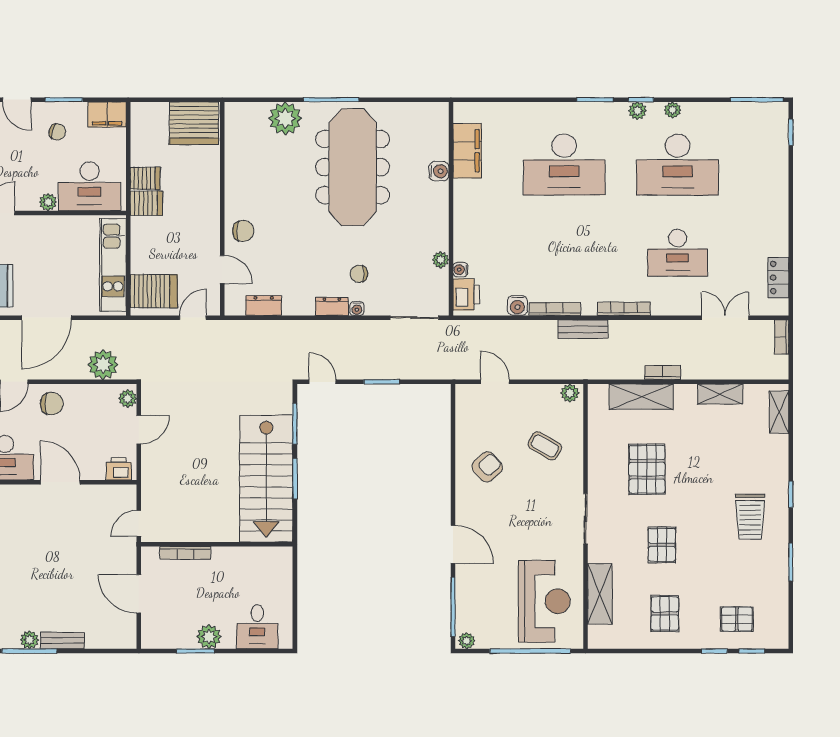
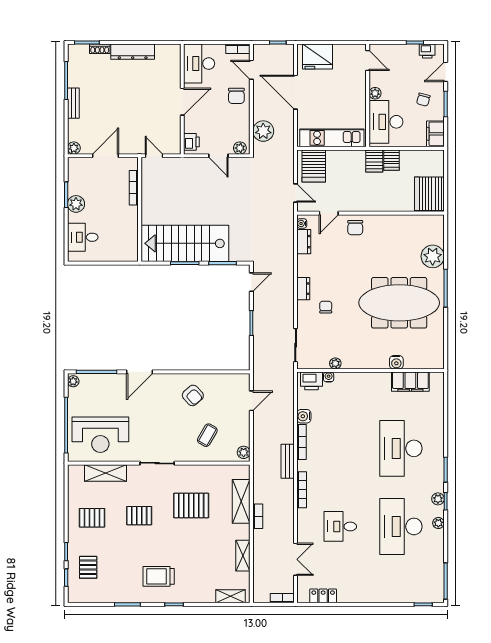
desk: (678, 253) -> (340, 526), width x0.73
water cooler: (357, 309) -> (302, 223), moved
plant: (30, 640) -> (74, 148), moved

